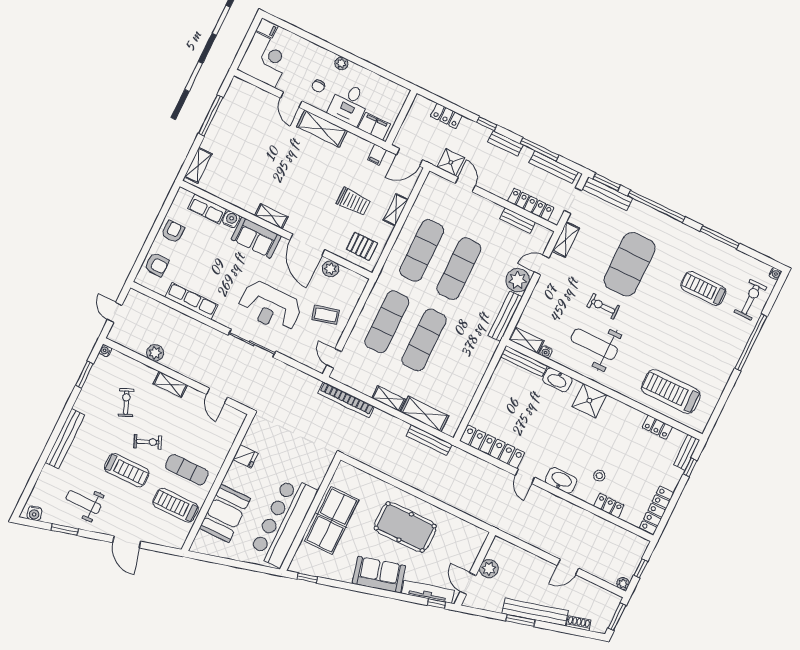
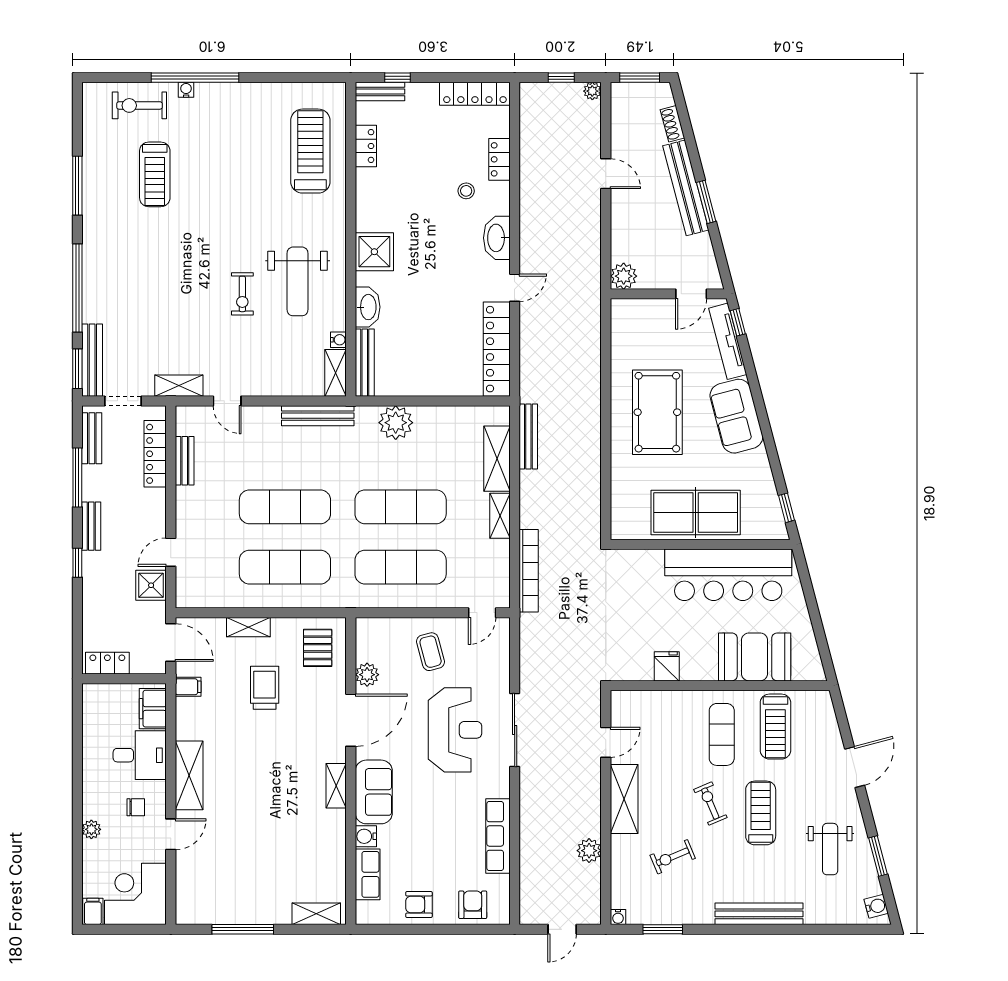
plant: (341, 63) -> (91, 829), moved
locker: (446, 116) -> (107, 663), moved, turned -90
bench: (554, 167) -> (92, 438), width x0.73
exercise mat: (630, 264) -> (170, 286), removed
water cooler: (775, 274) -> (186, 90), moved
plant: (518, 280) -> (396, 423), moved
shelving: (170, 384) -> (624, 799), width x1.50, depth x1.33
treadmill: (671, 391) -> (310, 151), turned 180
plant: (489, 569) -> (624, 276), moved

